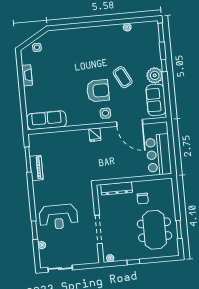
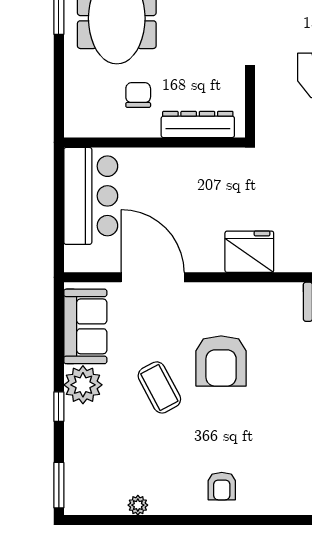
armchair: (93, 38) -> (222, 486), added
armchair: (98, 91) -> (221, 361), turned -90
side table: (105, 113) -> (208, 306), removed
fridge: (95, 135) -> (249, 252), width x1.88, depth x1.34

